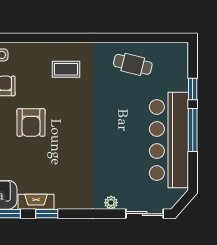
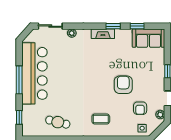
window: (193, 89) -> (19, 117), moved
fireplace: (36, 202) -> (103, 34), moved

